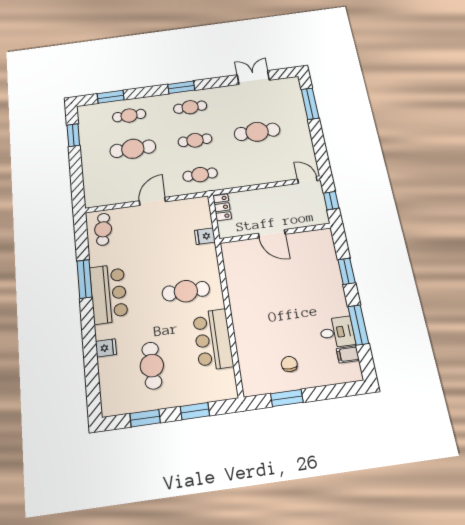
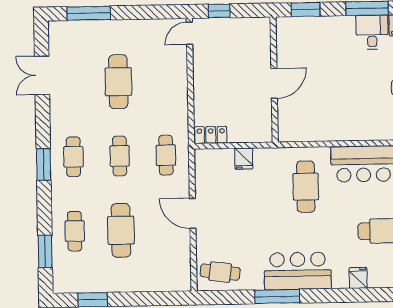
wall: (275, 233) -> (274, 80), moved
door: (272, 234) -> (274, 83), moved

